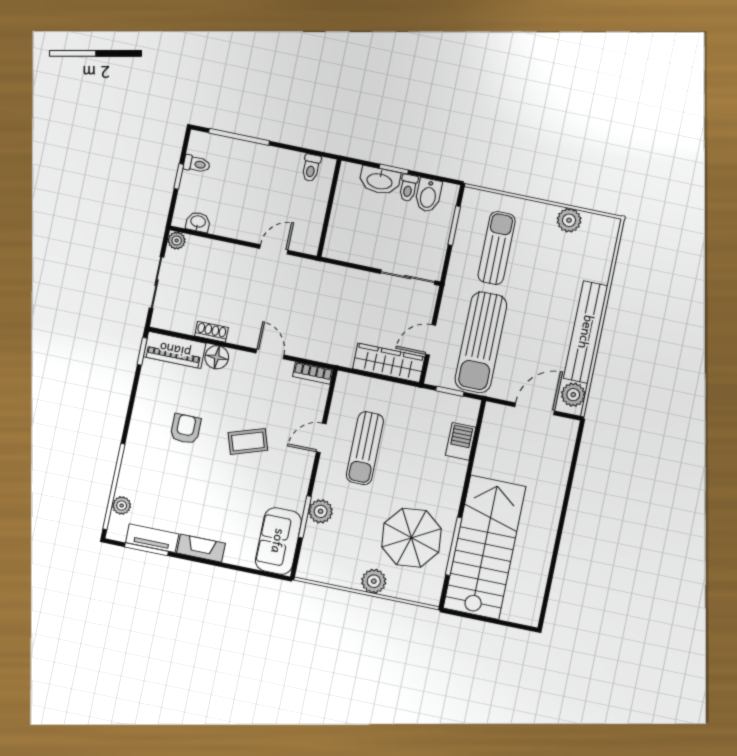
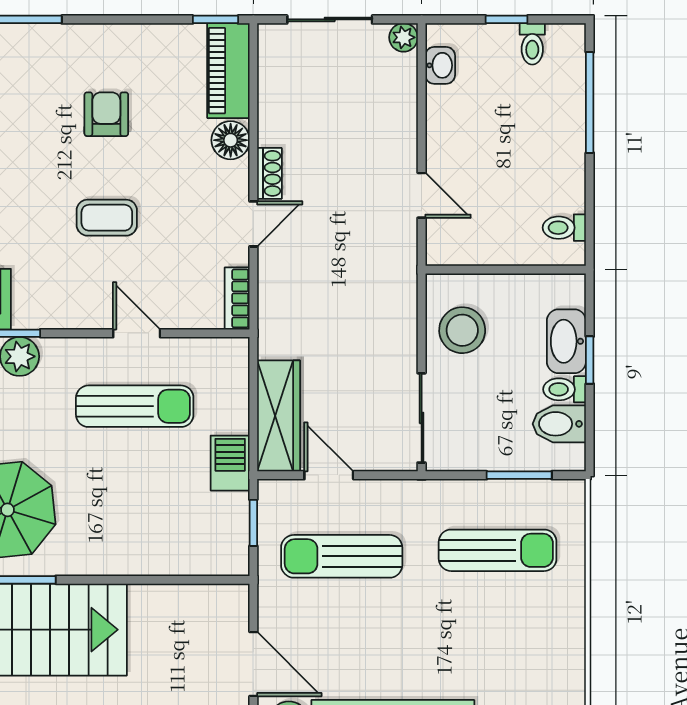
plant: (569, 220) -> (566, 657), removed
stool: (360, 242) -> (462, 330), added
shoe rack: (211, 332) -> (269, 173), moved
sun lounger: (481, 342) -> (342, 556), width x0.73, depth x0.75
armchair: (186, 429) -> (106, 114), turned -90
coffee table: (248, 441) -> (107, 218), turned -72
barbecue: (461, 441) -> (230, 463), moved, turned -90
sun lounger: (365, 448) -> (135, 406), turned 180

